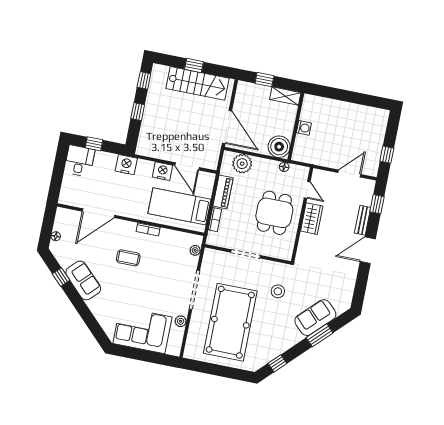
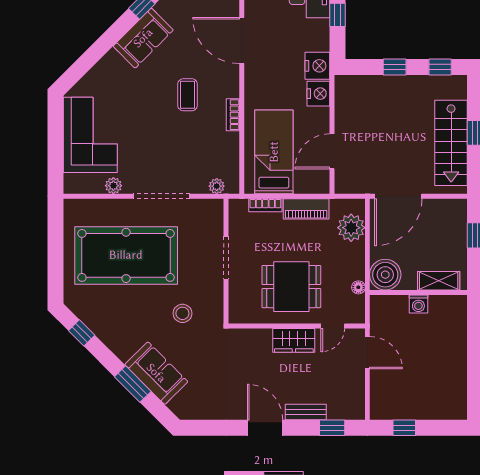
shelving: (285, 96) -> (439, 281), moved, turned 90
nightstand: (163, 171) -> (318, 94), moved
door: (349, 173) -> (367, 353), moved

